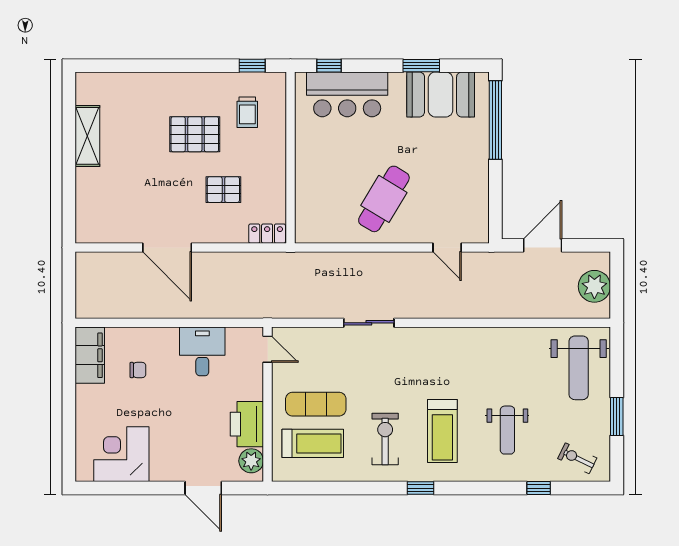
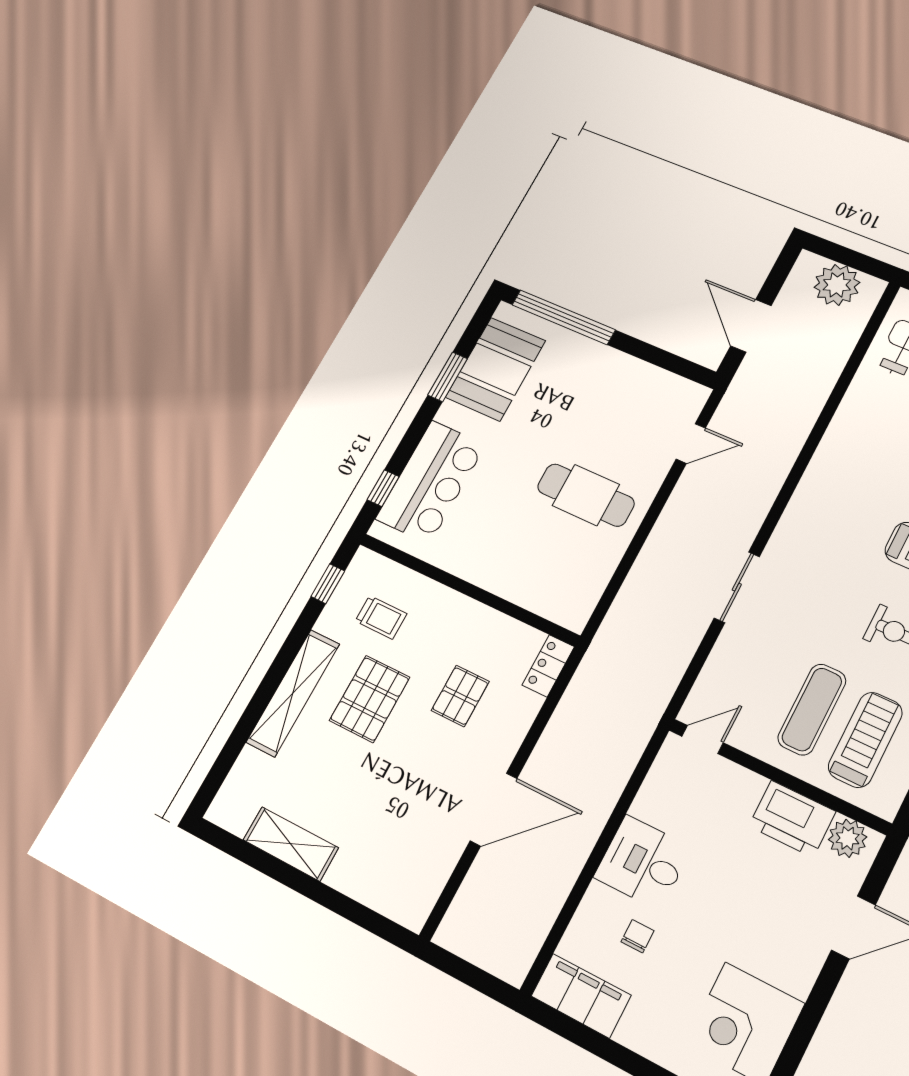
shelving: (175, 84) -> (293, 693), added
cafe table: (384, 199) -> (586, 495), turned -31
desk: (202, 351) -> (643, 862), moved

